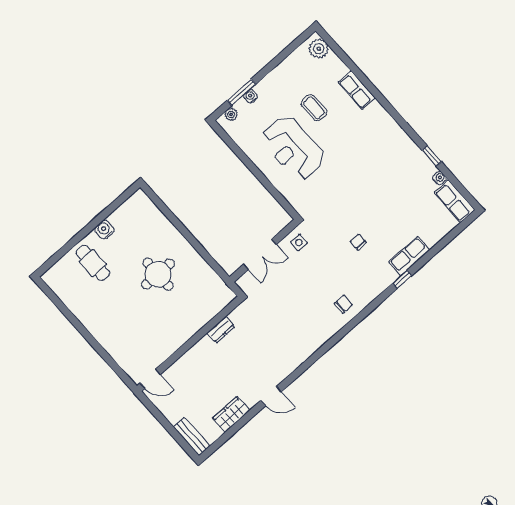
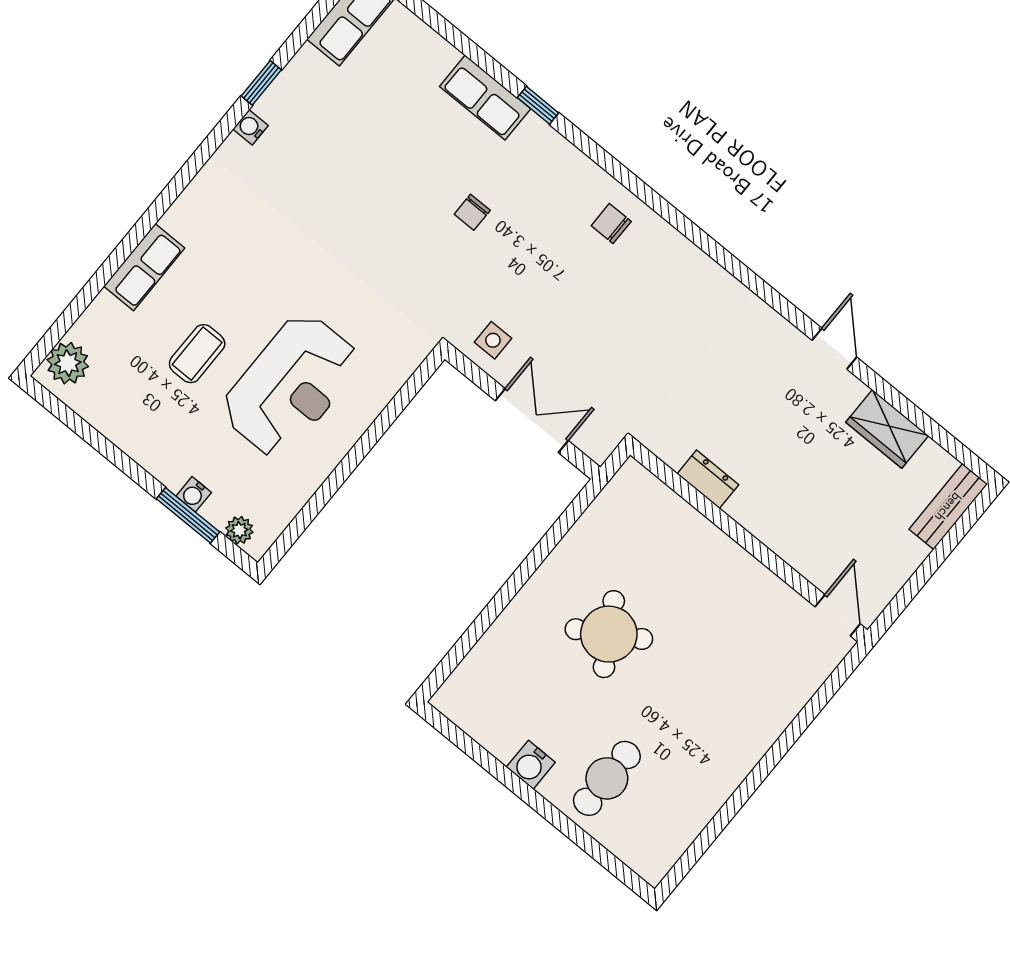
water cooler: (439, 178) -> (251, 127), moved
round table: (158, 274) -> (609, 634), turned -31

